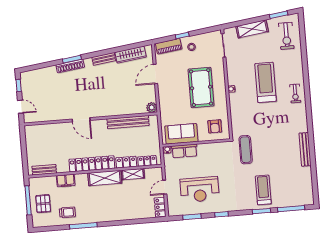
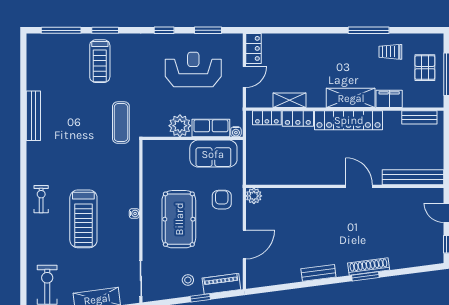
wardrobe: (131, 55) -> (278, 276), removed
bench: (128, 122) -> (413, 177), moved
armchair: (215, 126) -> (222, 200), moved
plant: (206, 151) -> (180, 126), added
shelving: (105, 178) -> (351, 98), moved

